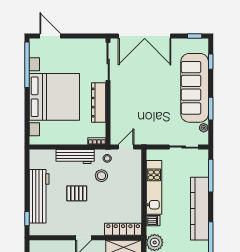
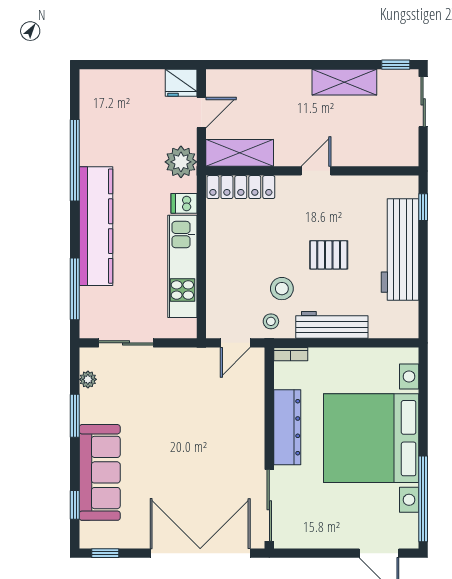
sofa: (195, 88) -> (100, 472), width x0.74, depth x0.79

